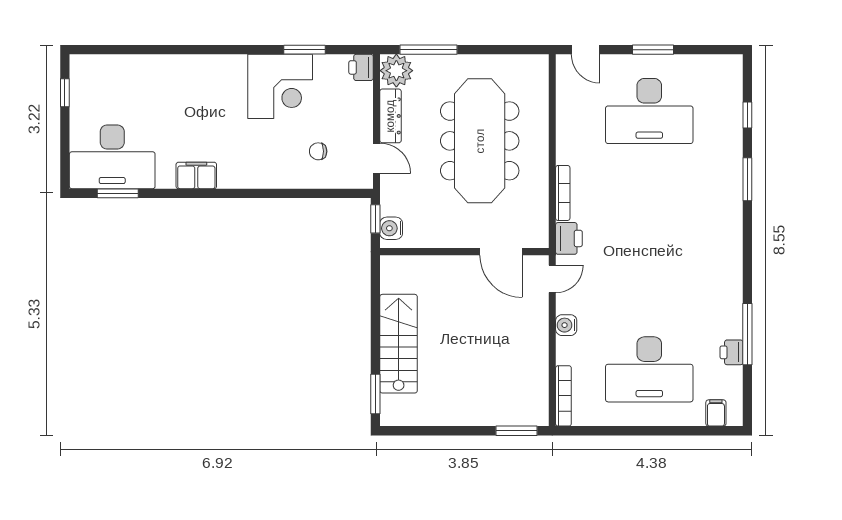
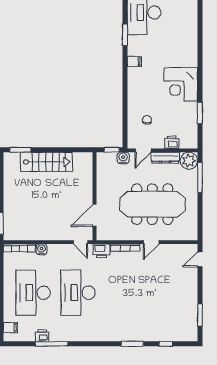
window: (653, 50) -> (200, 315), moved
printer: (361, 67) -> (172, 142), moved
corner desk: (280, 86) -> (181, 84), moved
desk: (649, 111) -> (78, 293), moved
door: (552, 143) -> (151, 242), added
filing cabinet: (196, 175) -> (134, 62), width x0.50
window: (118, 193) -> (125, 35), moved
water cooler: (391, 228) -> (123, 158), moved
water cooler: (566, 325) -> (42, 249), moved

